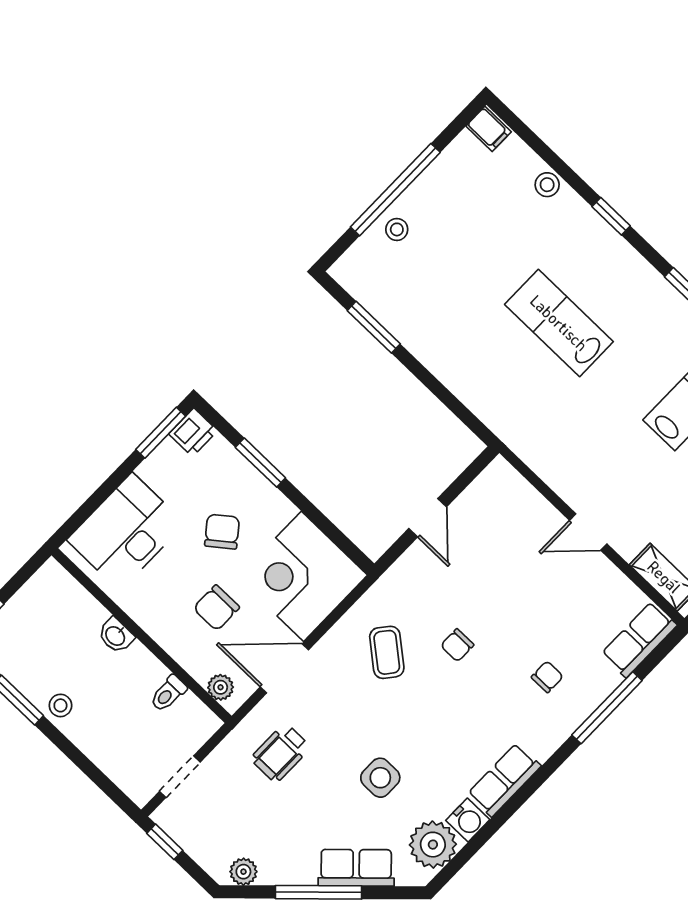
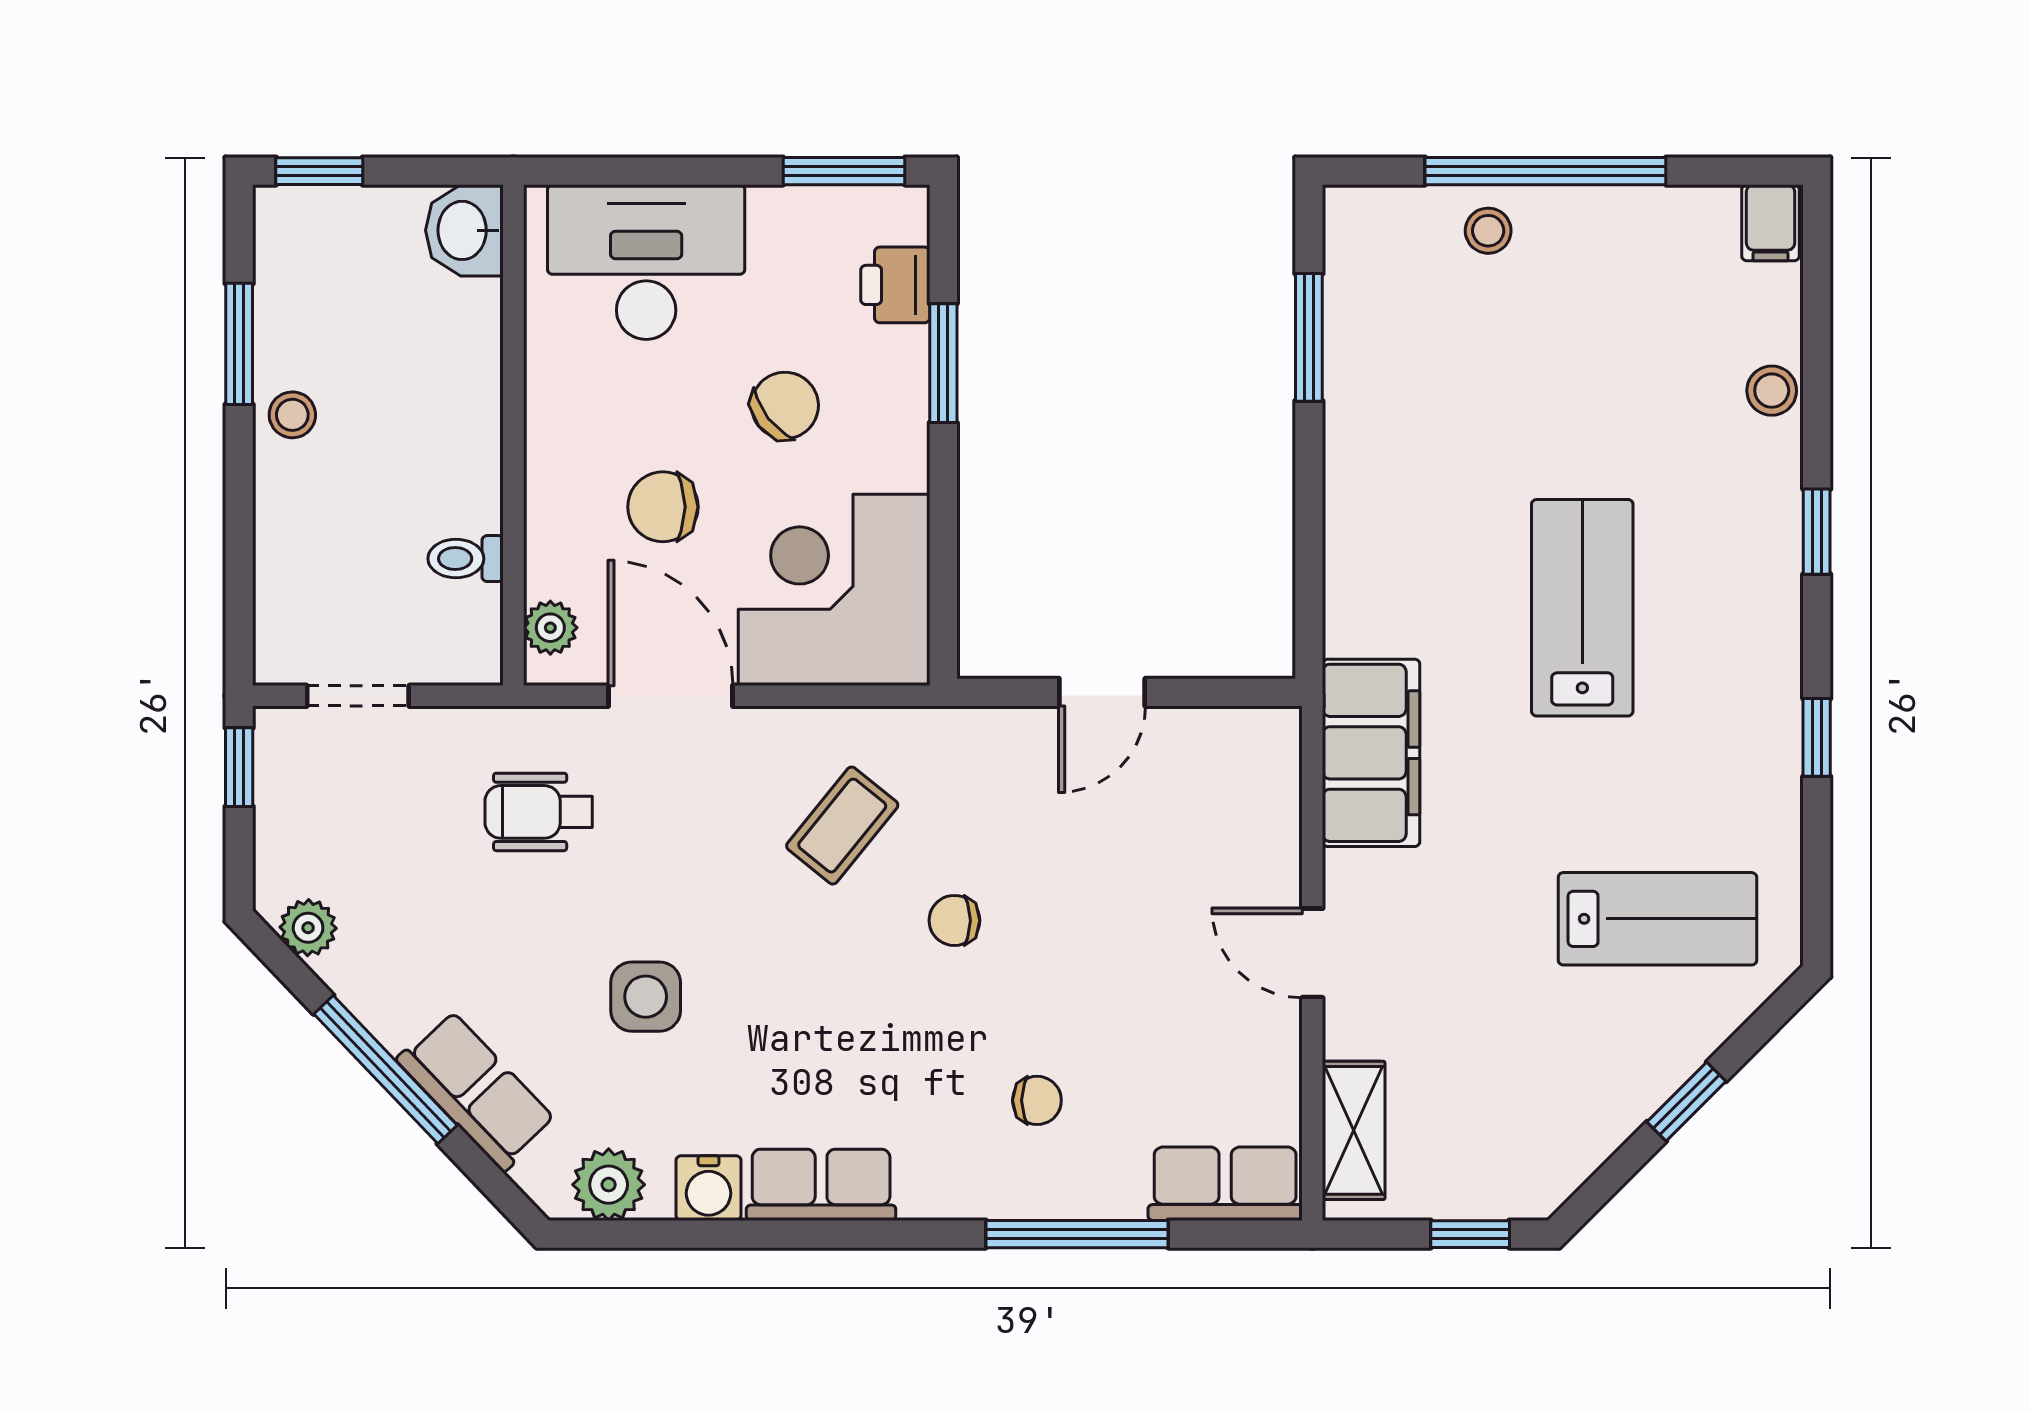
printer: (193, 432) -> (895, 285), moved, turned 90
filing cabinet: (539, 445) -> (1371, 753), added
washbasin: (116, 636) -> (464, 230), moved, width x1.38, depth x1.45
plant: (433, 845) -> (609, 1185), width x0.73, depth x0.73

